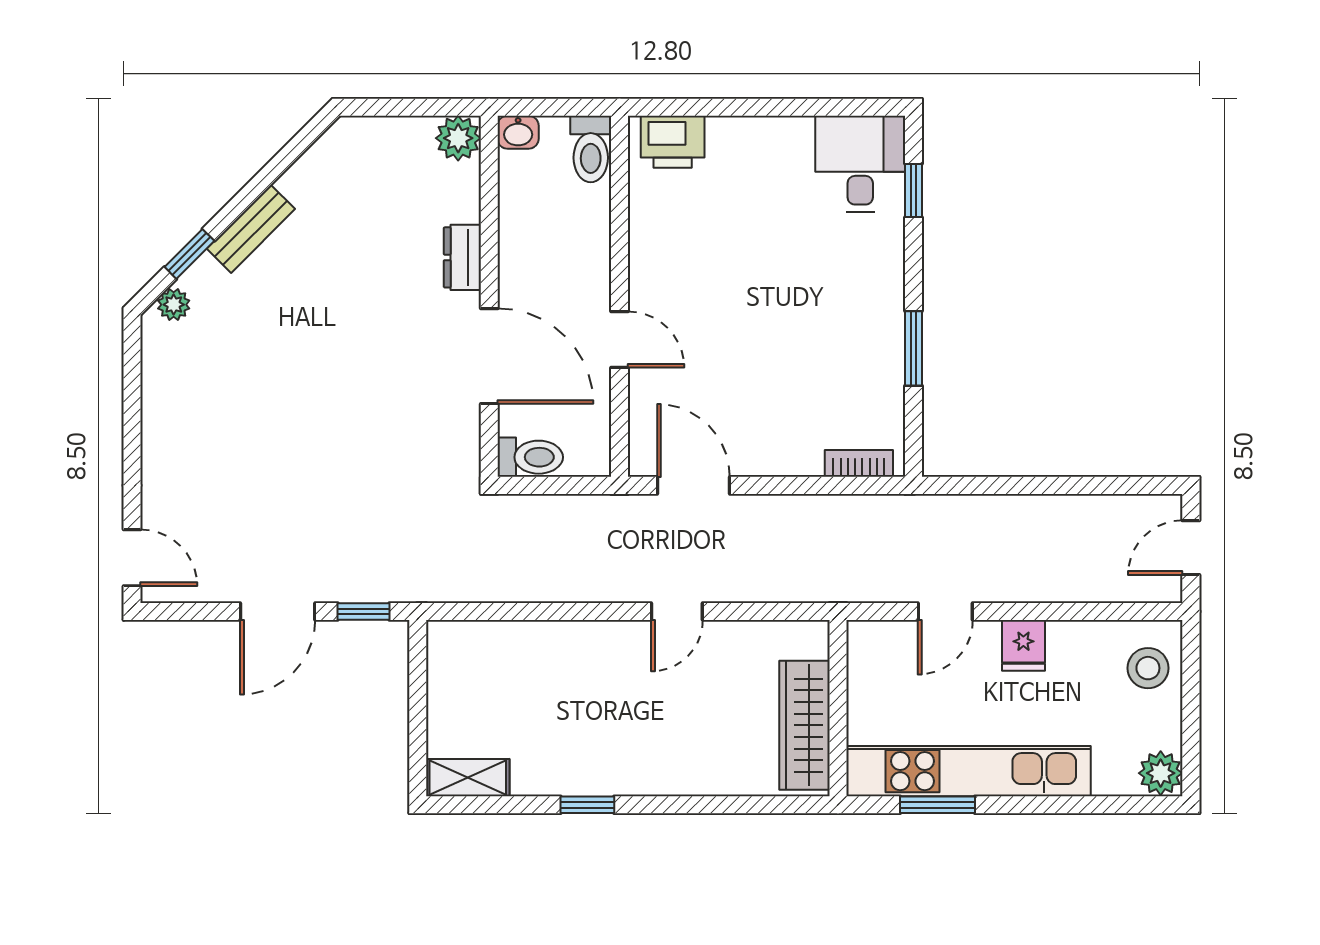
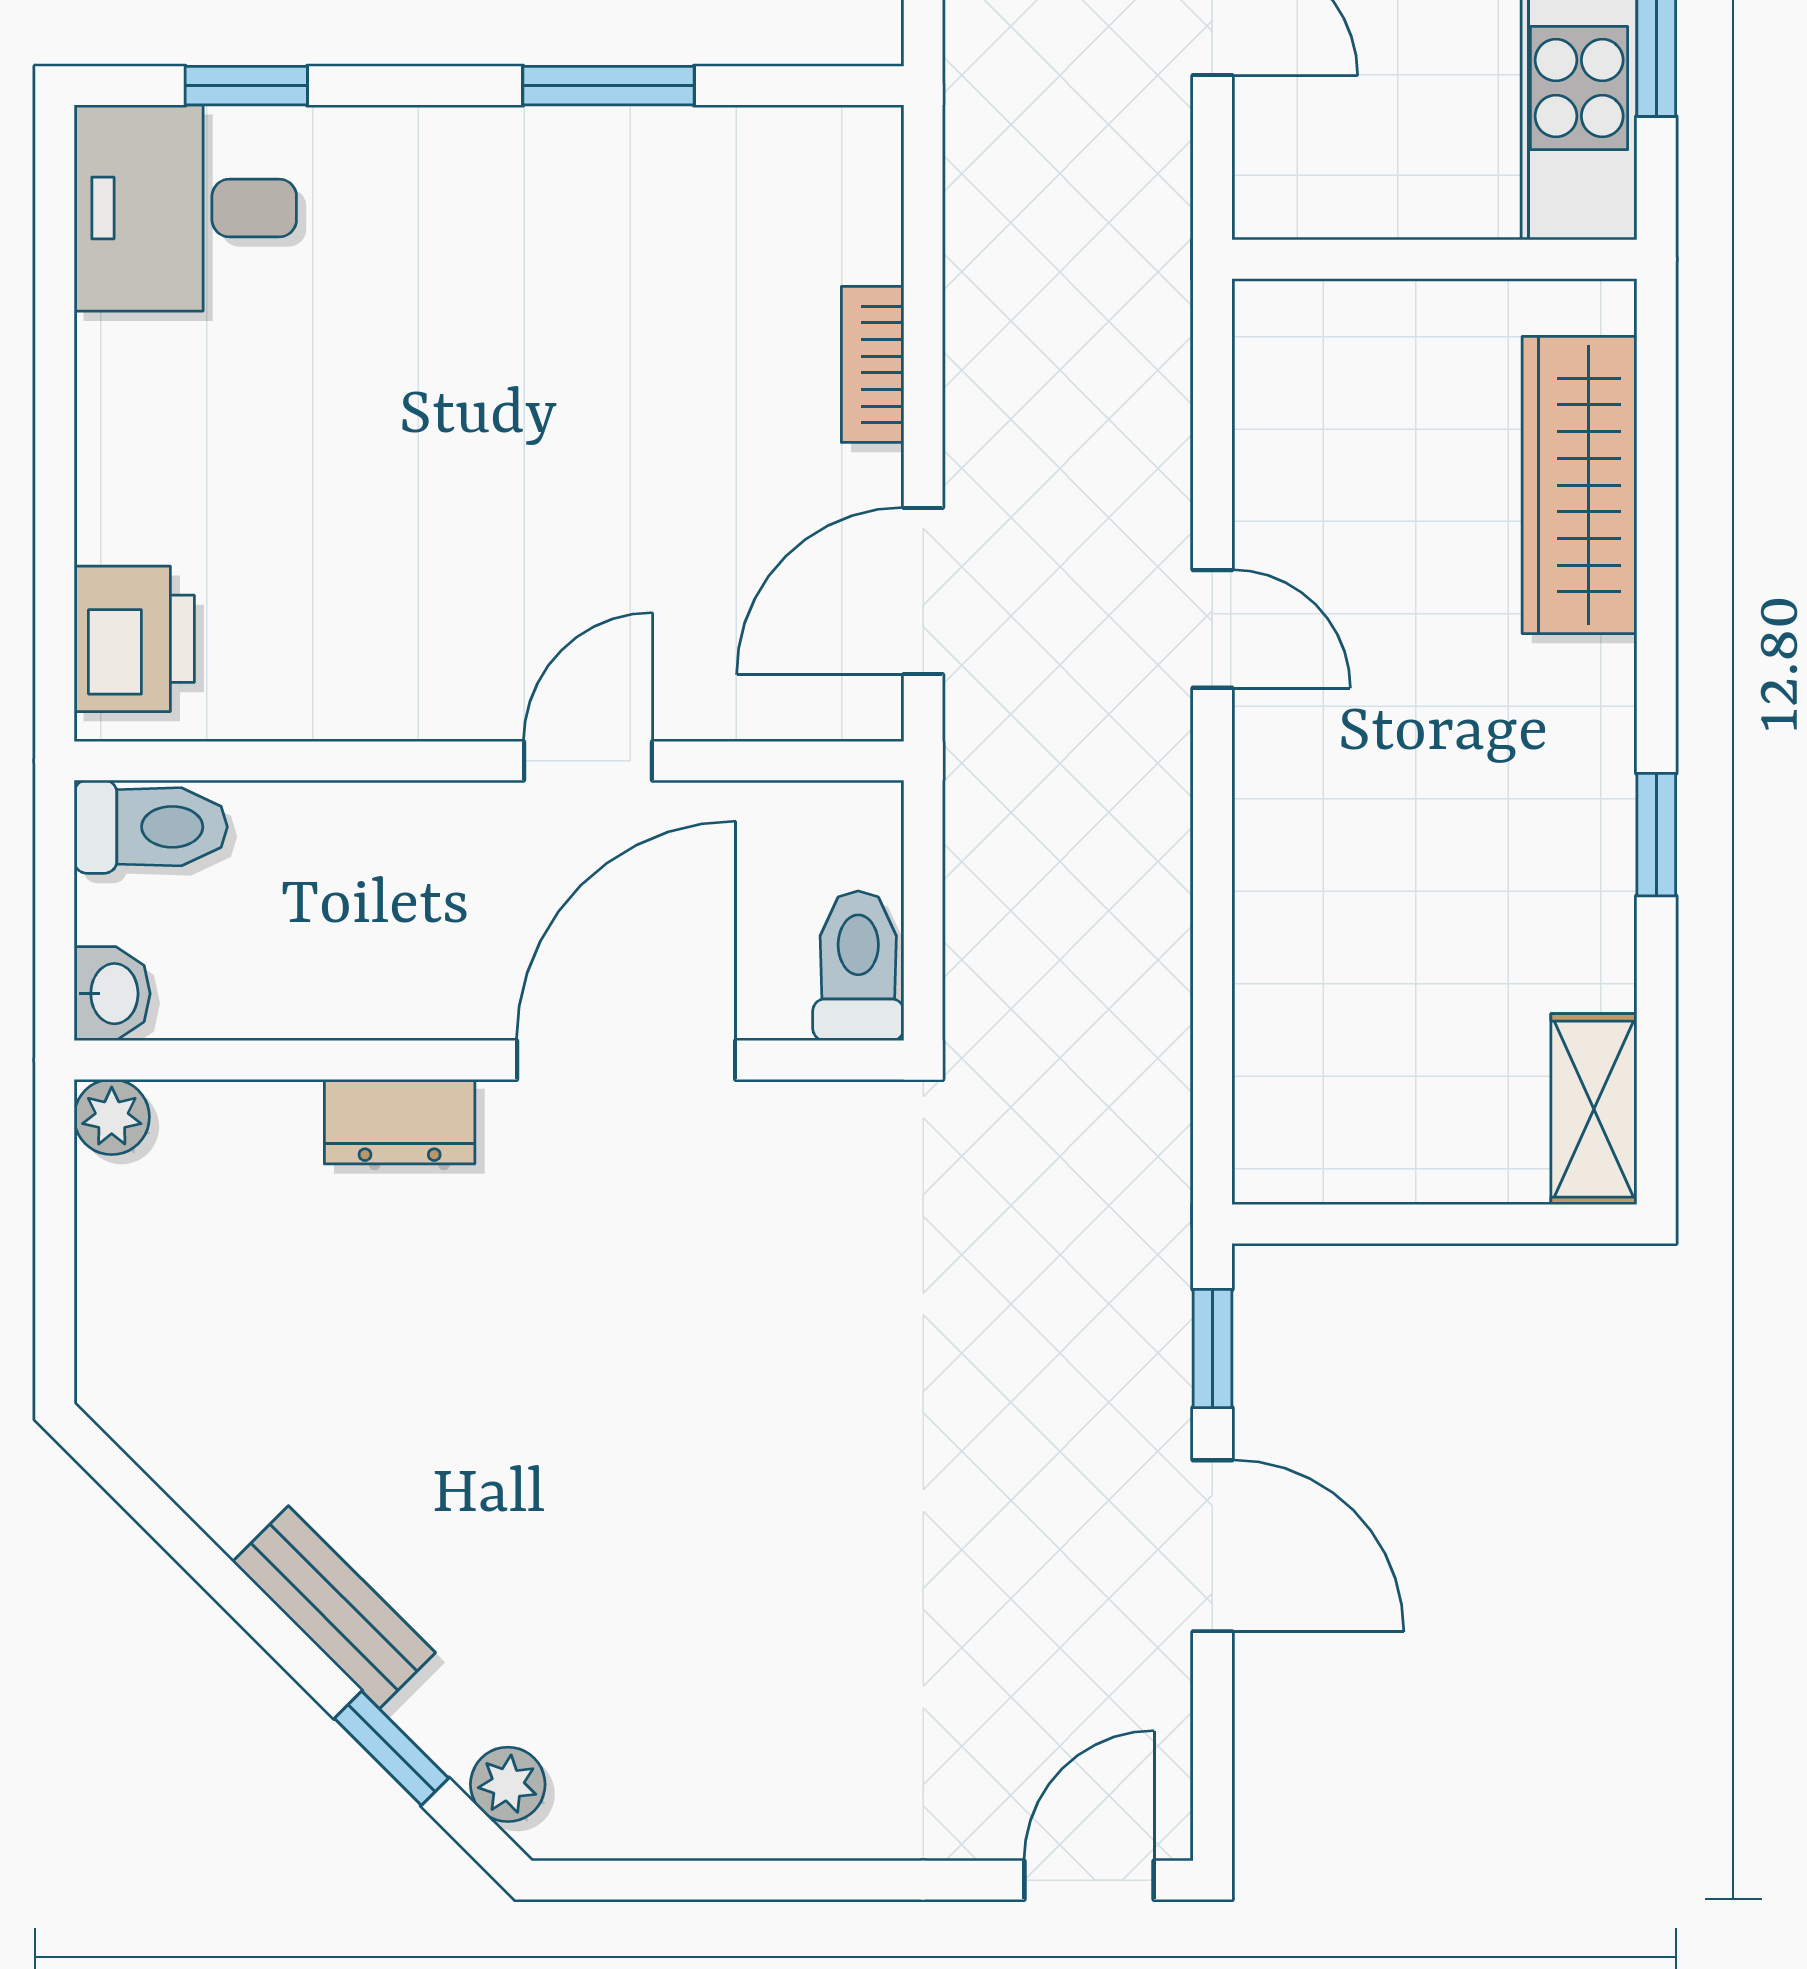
plant: (458, 138) -> (112, 1117), width x0.73, depth x0.73
bookcase: (859, 463) -> (873, 364), moved
wardrobe: (805, 725) -> (1580, 485), moved, turned 90

